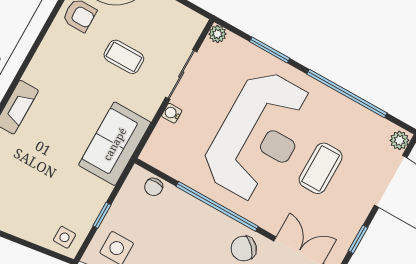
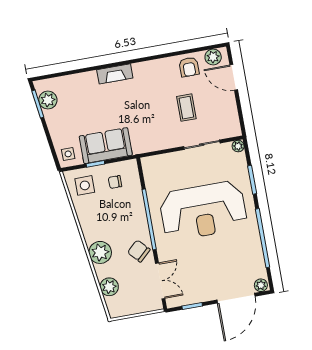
water cooler: (172, 113) -> (178, 156), removed
sofa: (115, 144) -> (106, 146), moved
coffee table: (321, 168) -> (213, 256), removed
chair: (154, 187) -> (115, 182), moved

